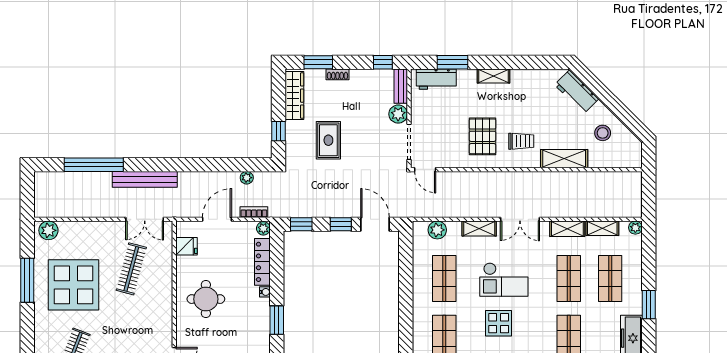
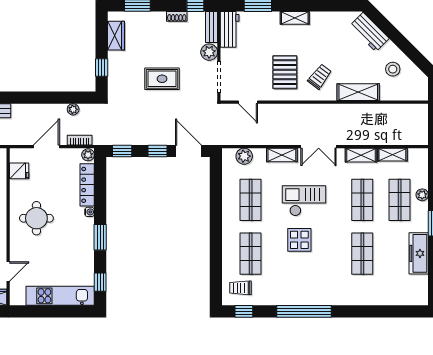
shoe rack: (337, 74) -> (177, 16), moved
workbench: (436, 79) -> (230, 29), moved, turned -90
wardrobe: (294, 96) -> (116, 36), width x0.67
rug: (328, 140) -> (162, 79), moved, turned 90
trolley: (521, 141) -> (320, 77), turned -53
door: (425, 170) -> (248, 102), moved
plant: (635, 228) -> (422, 195), moved
checkout: (504, 280) -> (304, 201), turned 180

